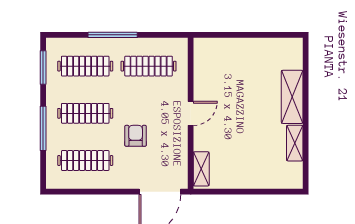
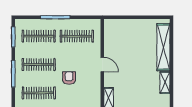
shelving: (292, 97) -> (163, 47), width x1.47
door: (191, 113) -> (102, 65), hinge flipped

